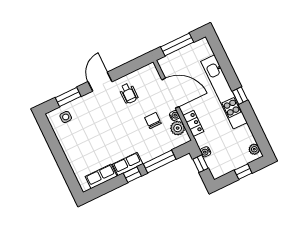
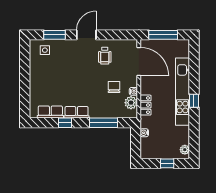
door: (170, 93) -> (139, 62), moved
window: (200, 164) -> (136, 140), removed
window: (132, 175) -> (65, 123), moved

